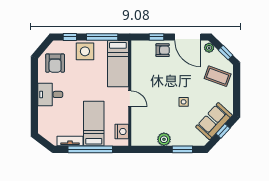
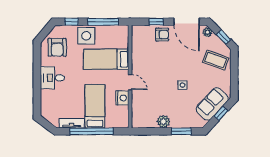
bed: (118, 64) -> (106, 59), moved, turned 90
nightstand: (122, 132) -> (122, 98), moved

